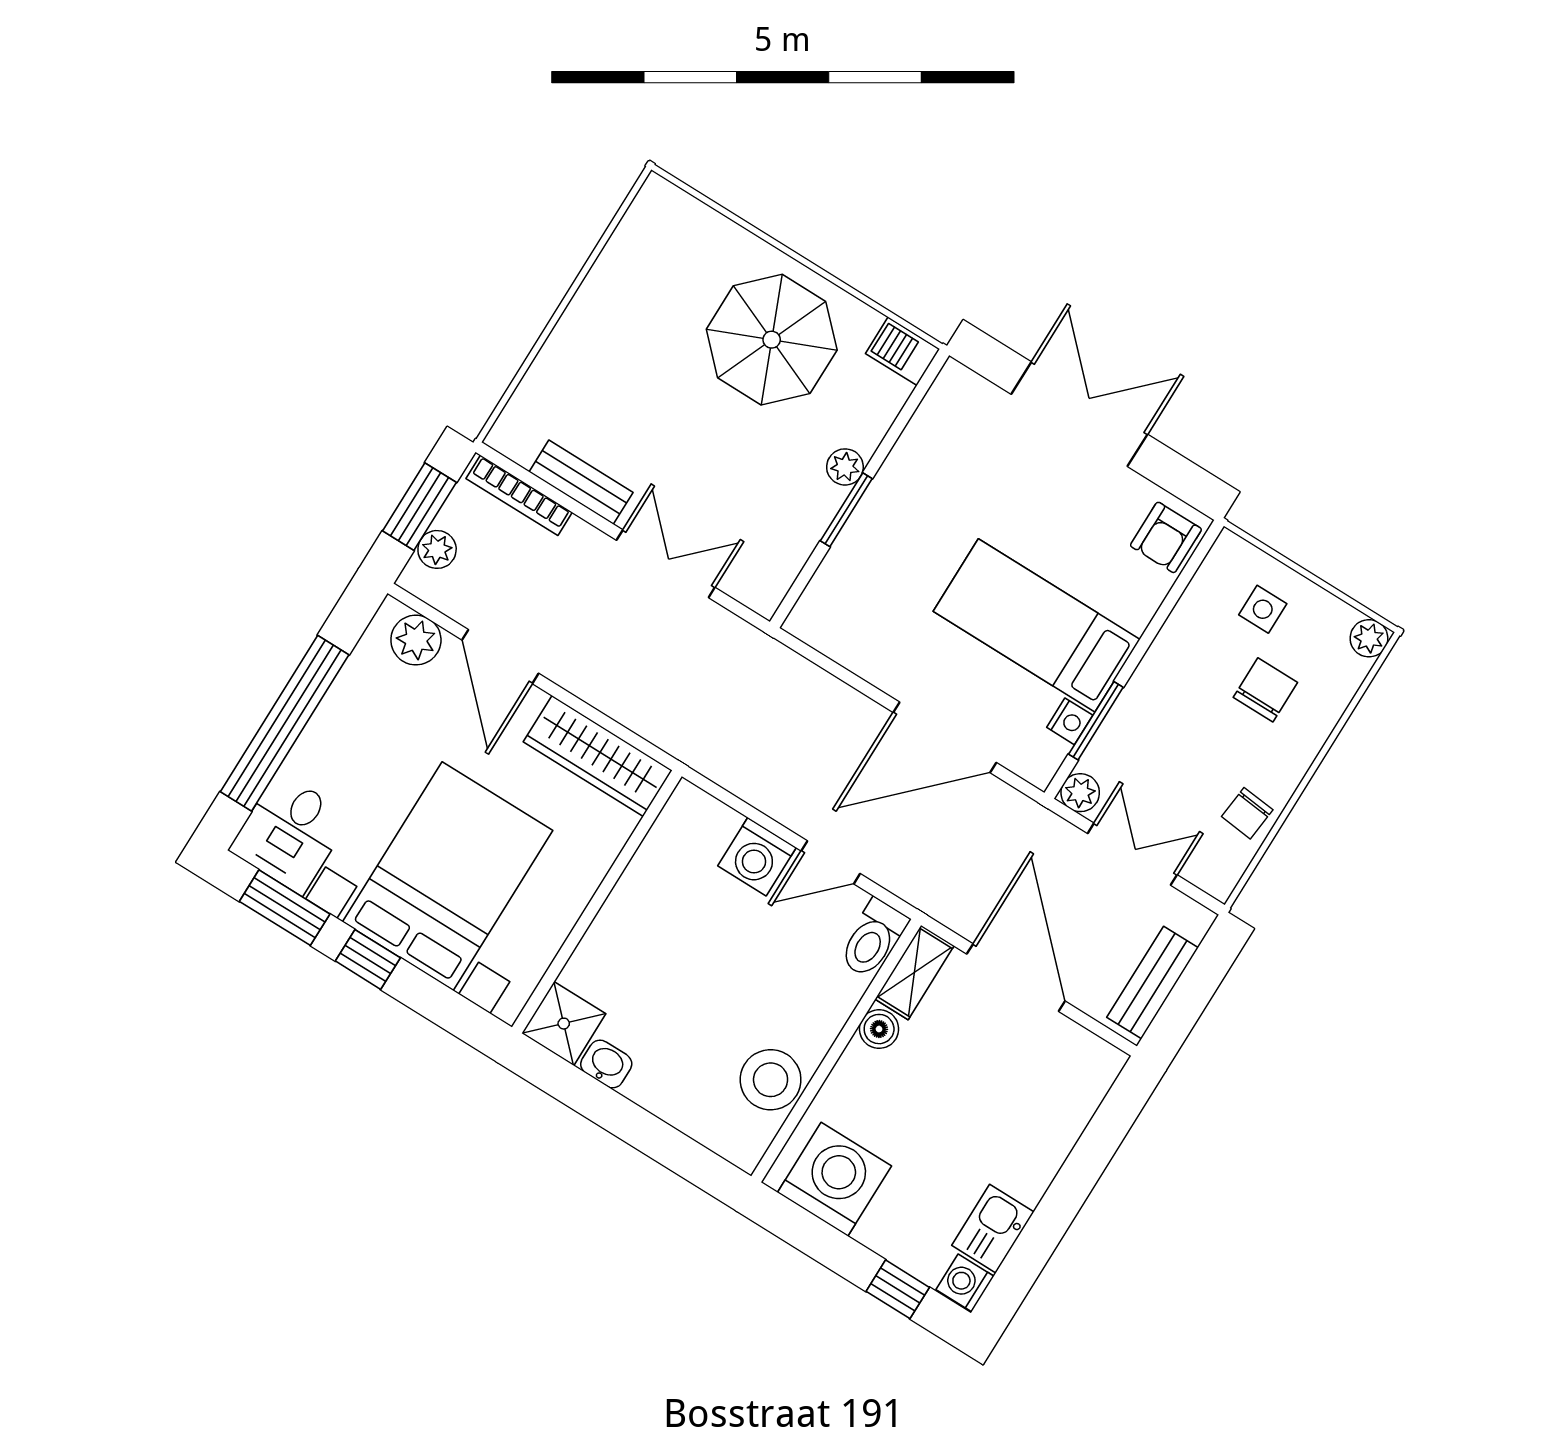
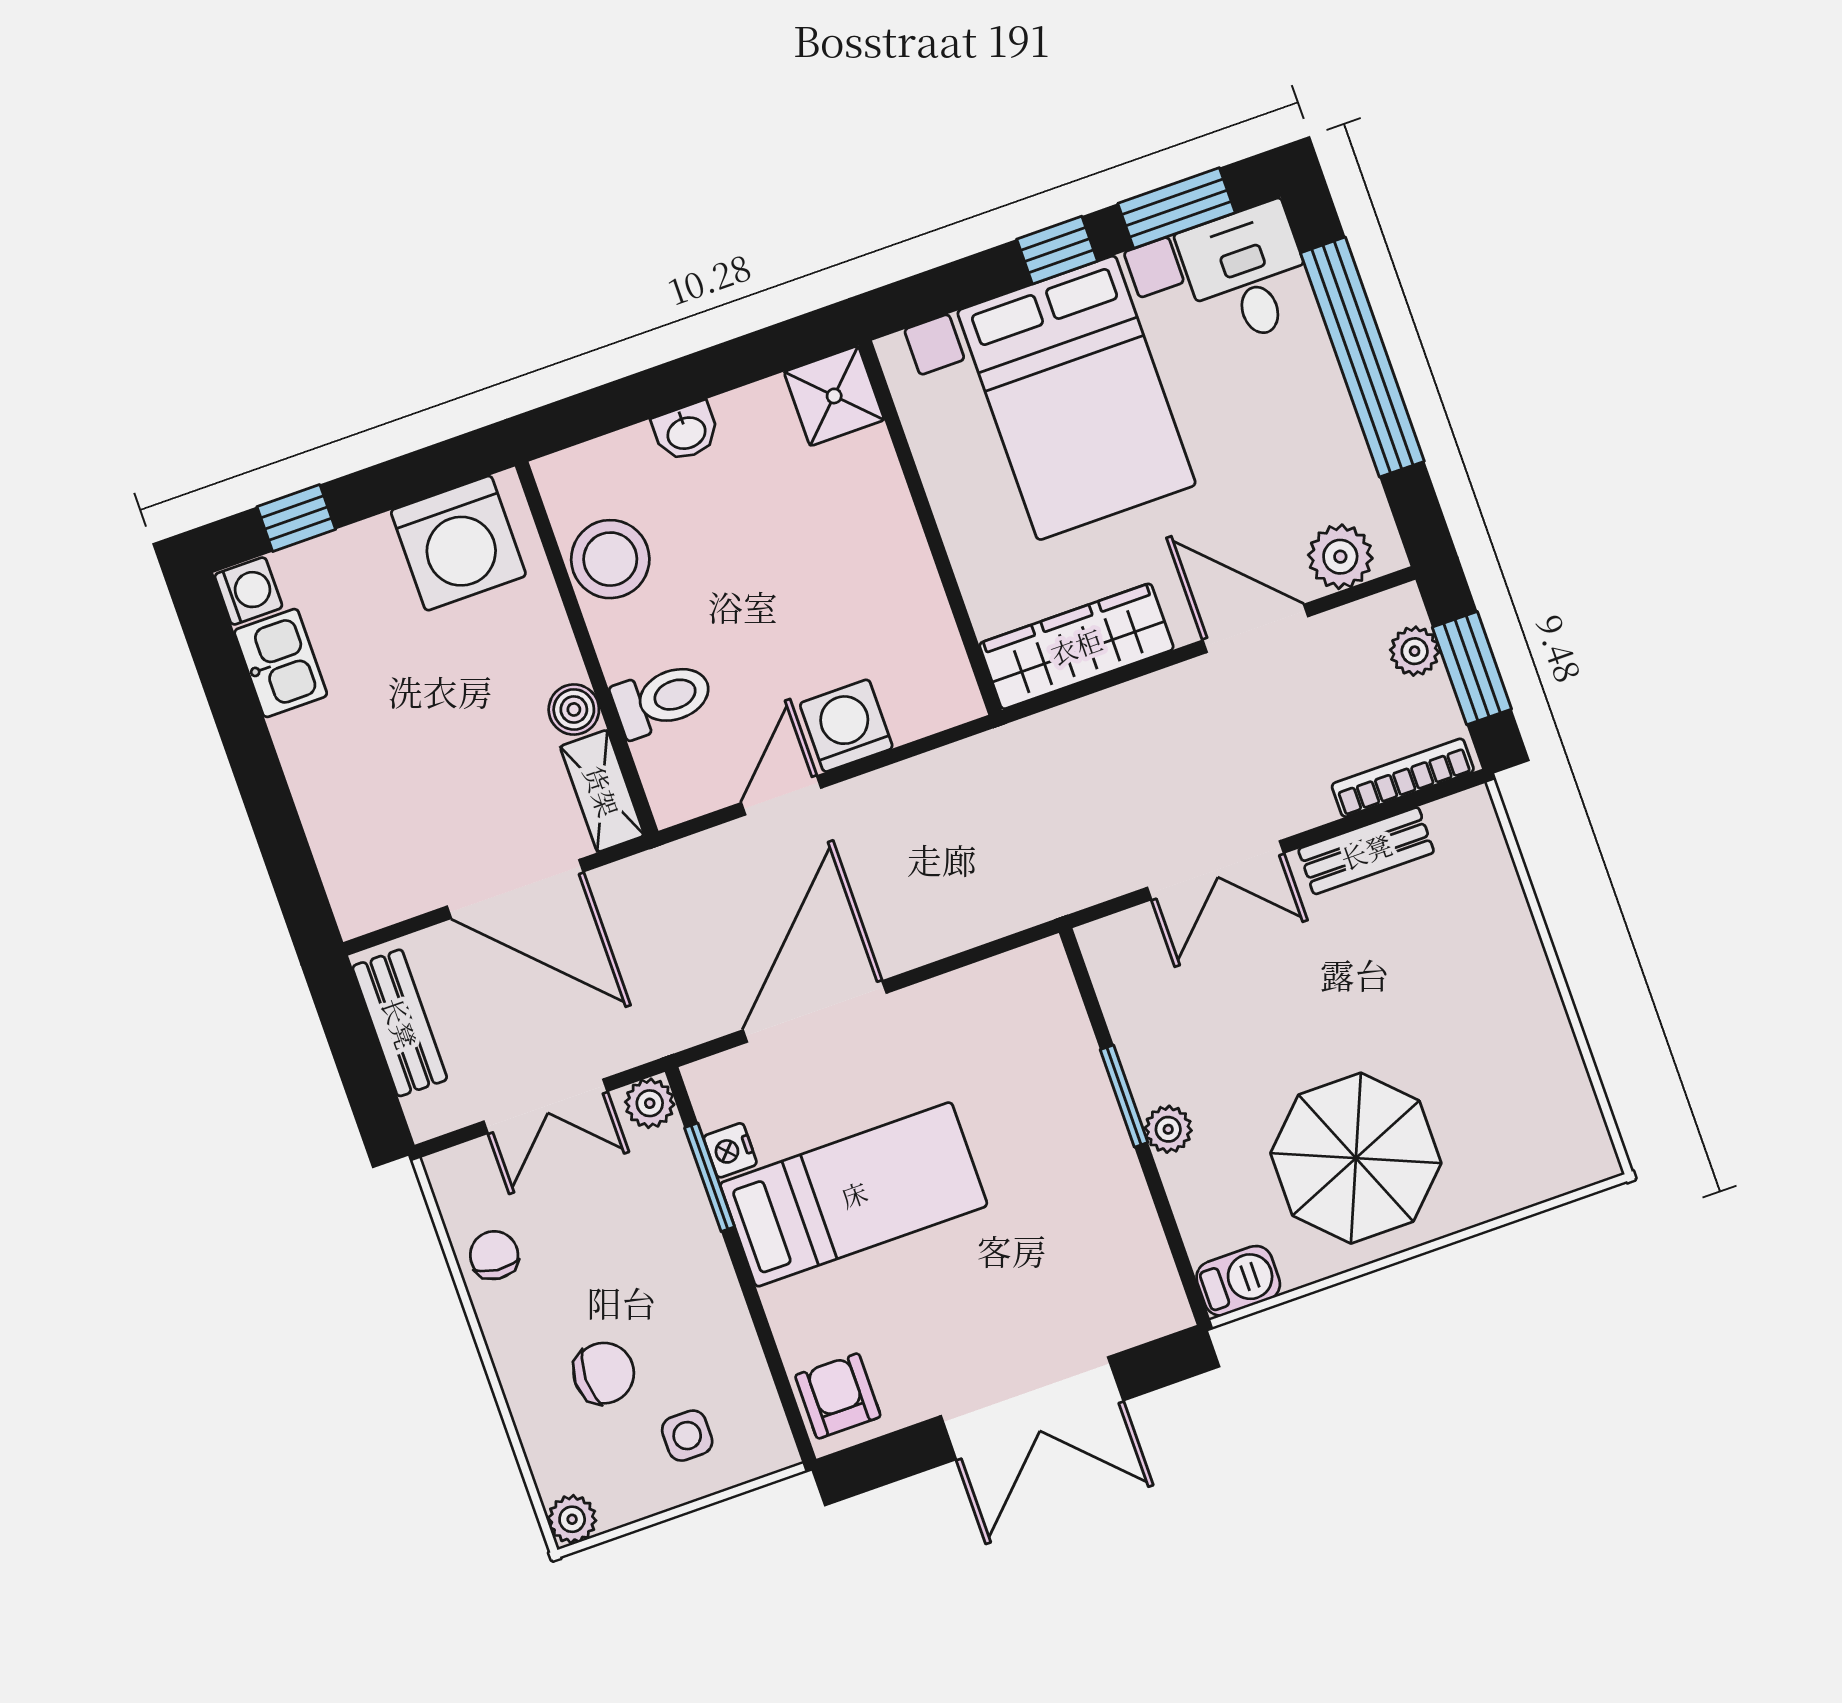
chair: (1265, 690) -> (604, 1373), turned -90
toilet: (873, 939) -> (662, 699), moved, turned 90
washbasin: (606, 1064) -> (686, 432), moved

